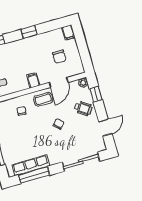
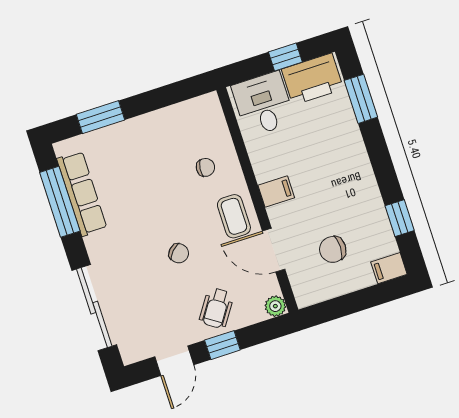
window: (29, 32) -> (400, 218), moved
window: (96, 94) -> (222, 345), moved
door: (105, 128) -> (174, 361), hinge flipped

